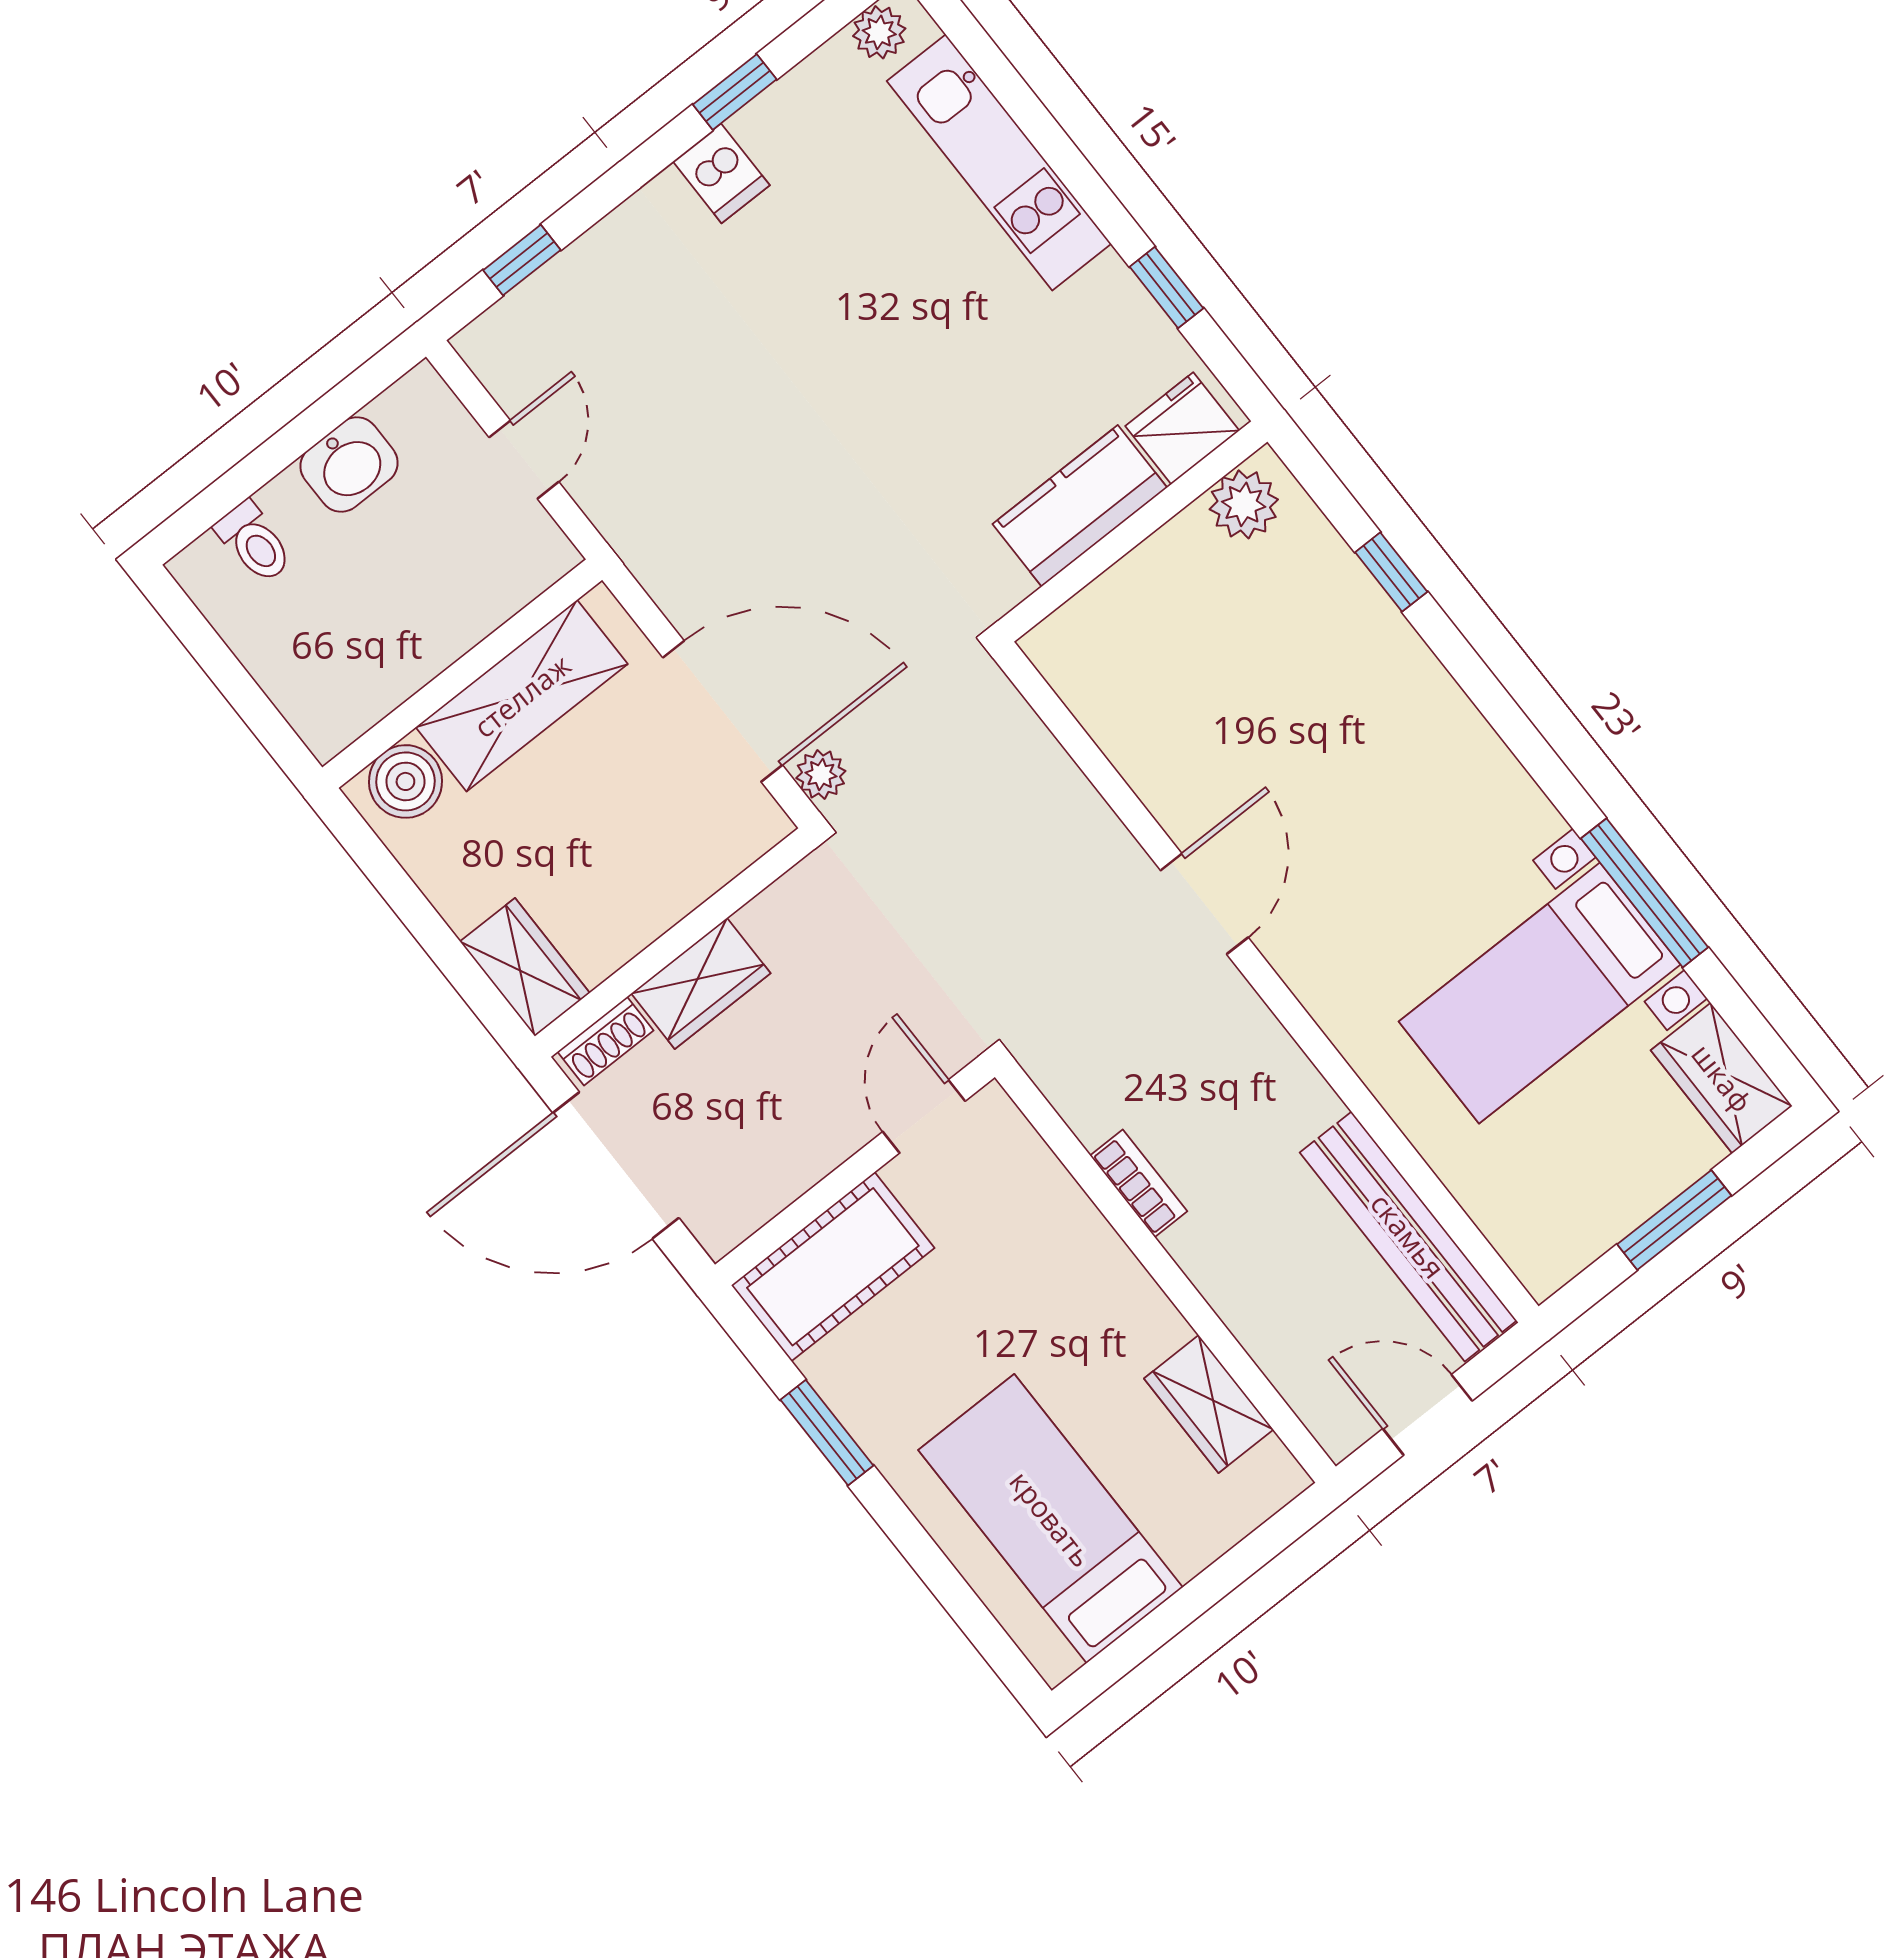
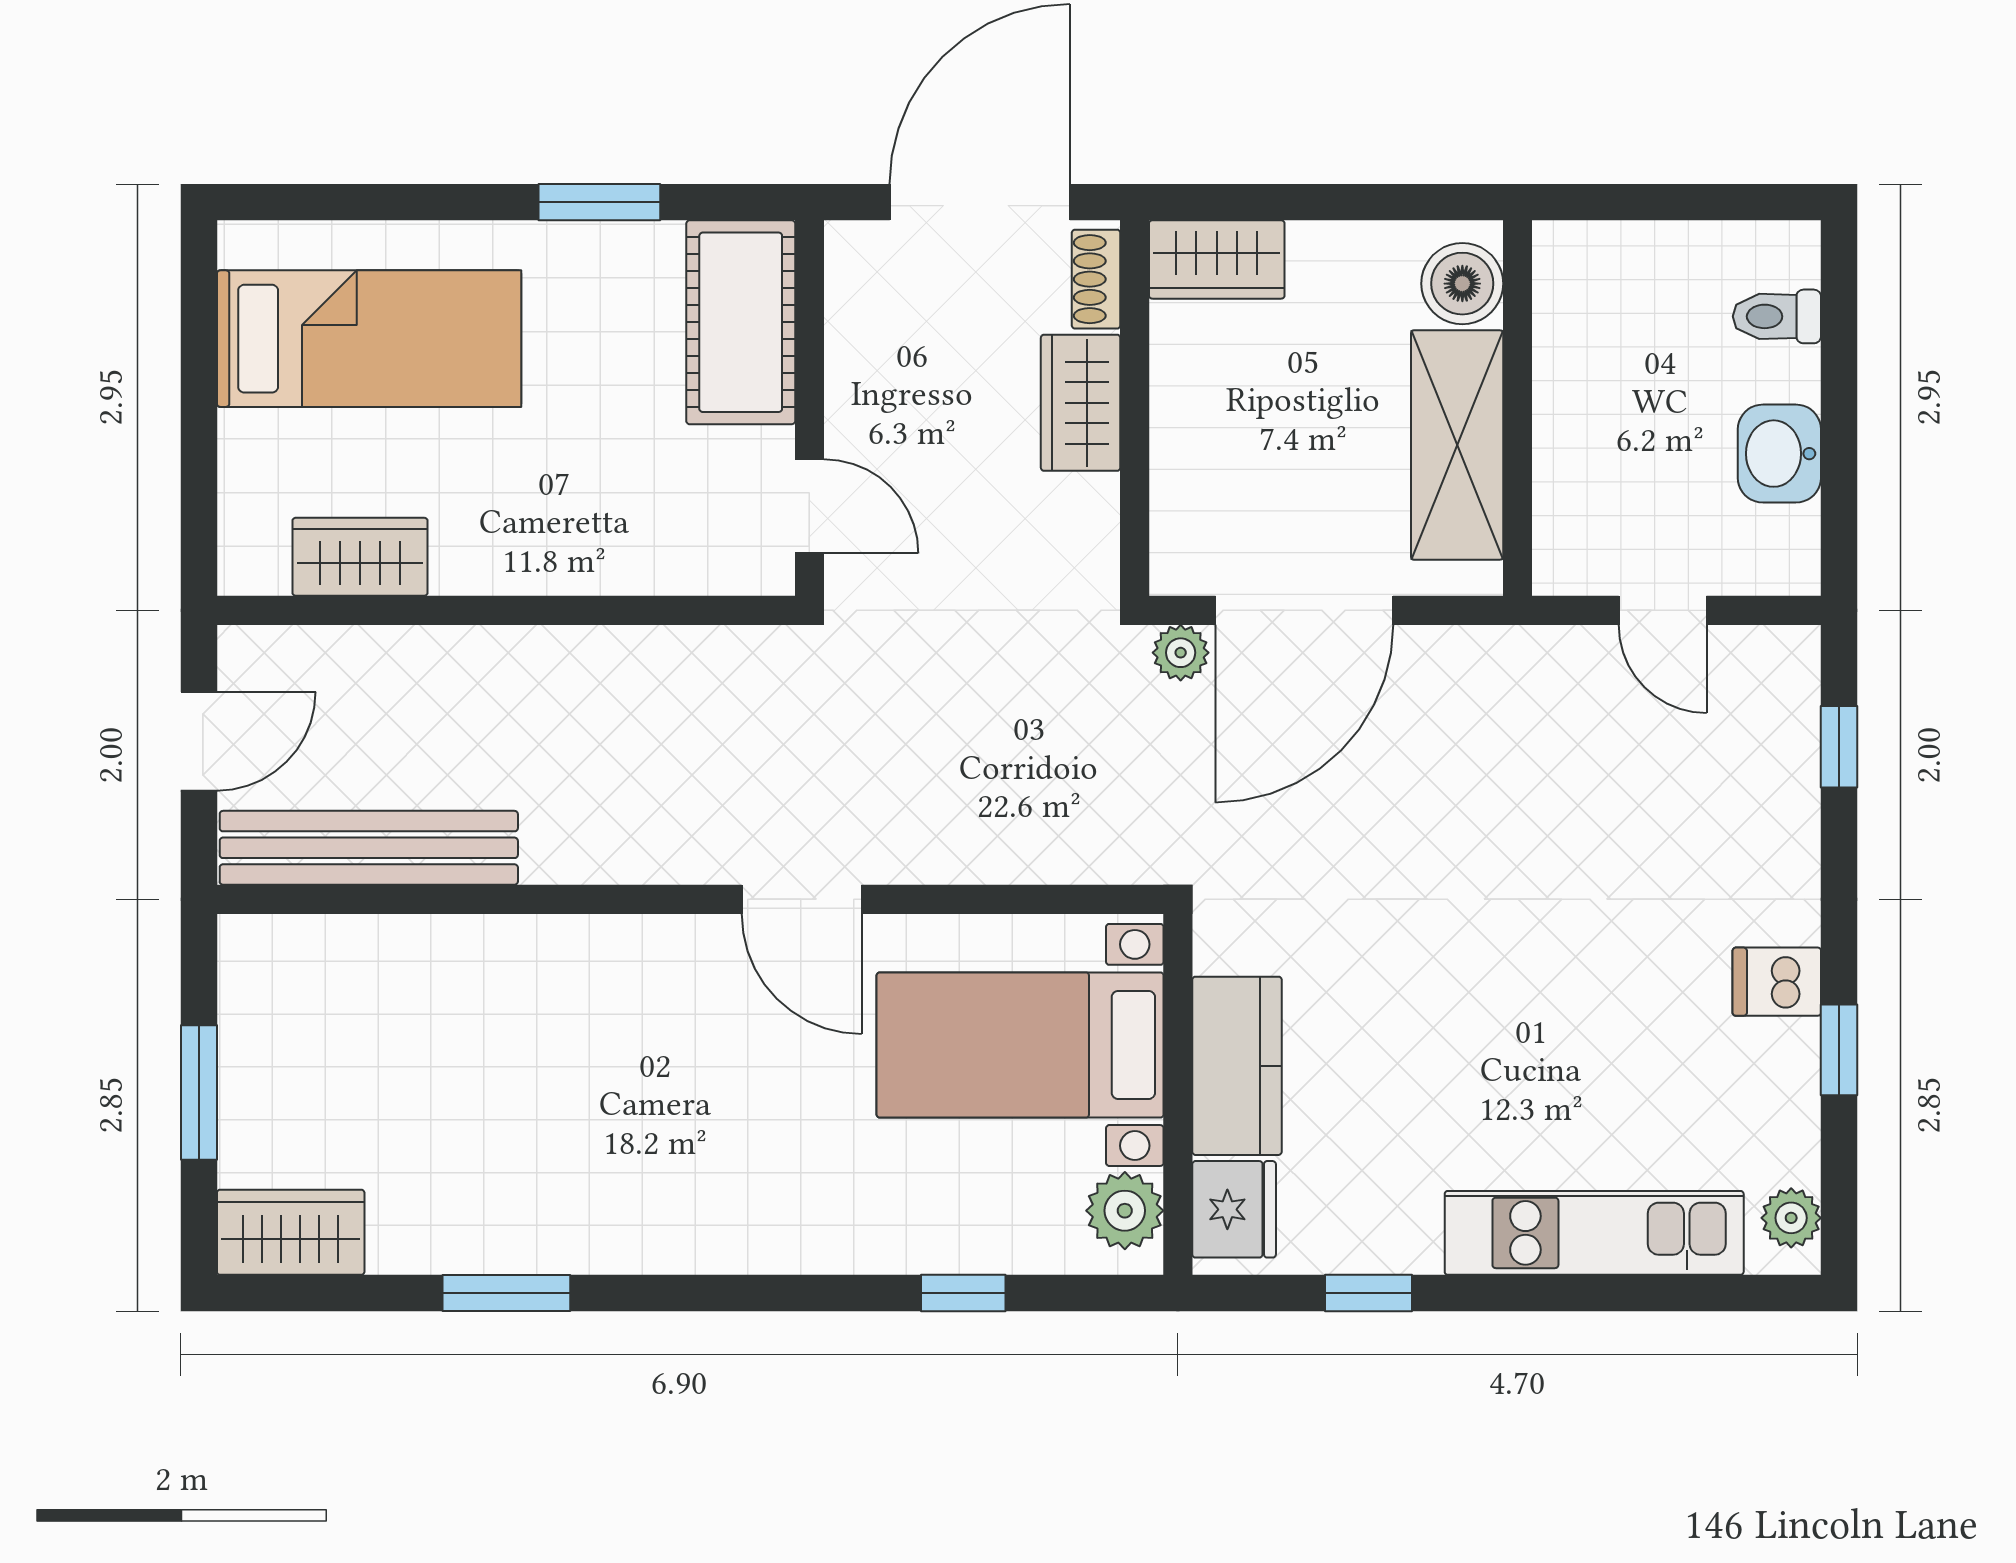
window: (1645, 893) -> (506, 1293), width x0.69
bed with nightstands: (1540, 993) -> (1020, 1045), moved, turned -90
bookcase: (1139, 1183) -> (602, 648), removed

